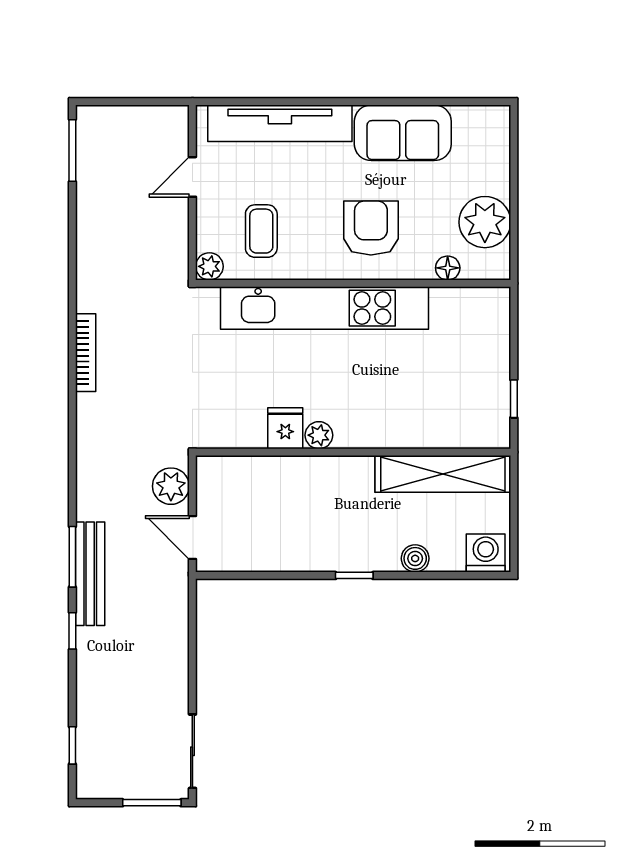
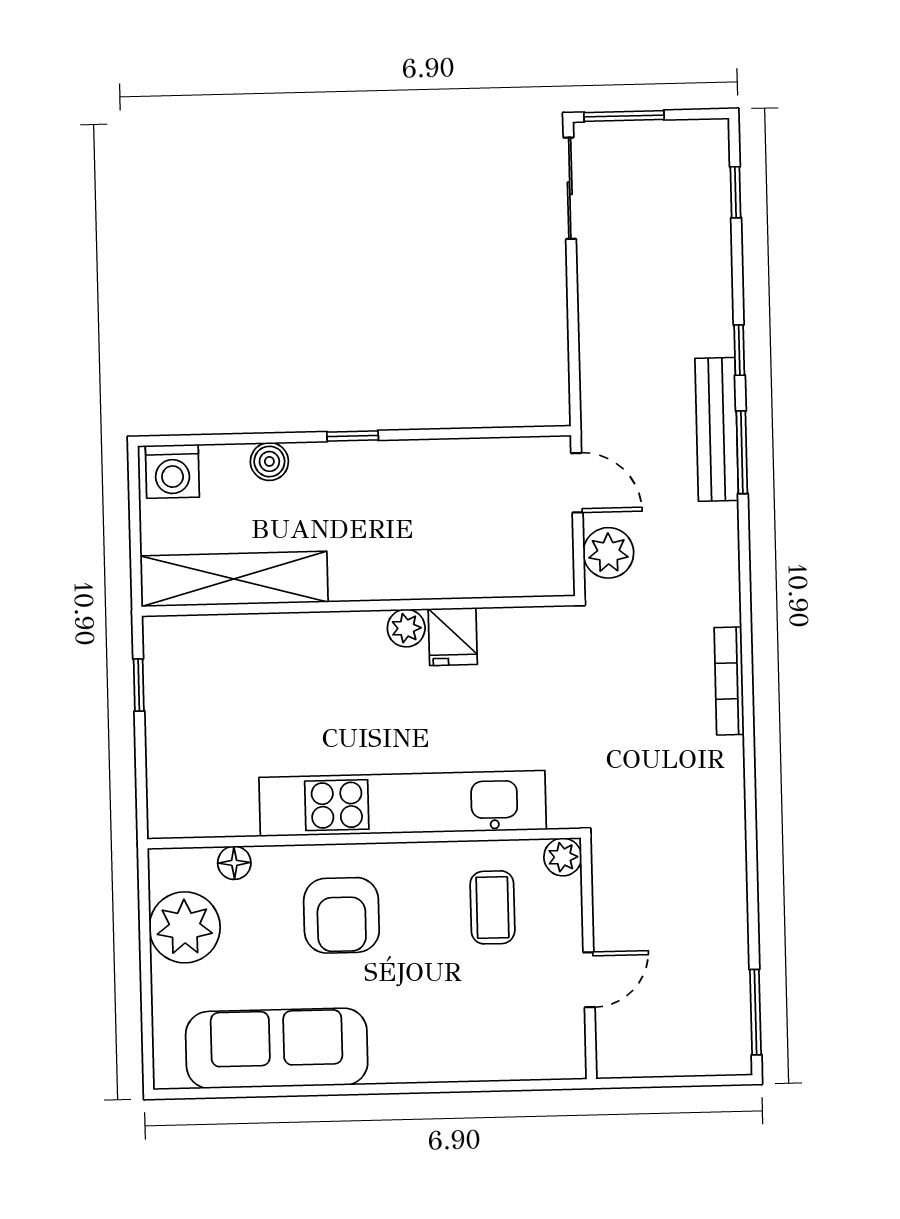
tv unit: (280, 123) -> (470, 1057), removed
sofa: (403, 133) -> (277, 1048), width x1.36
bookcase: (86, 353) -> (729, 681), moved

